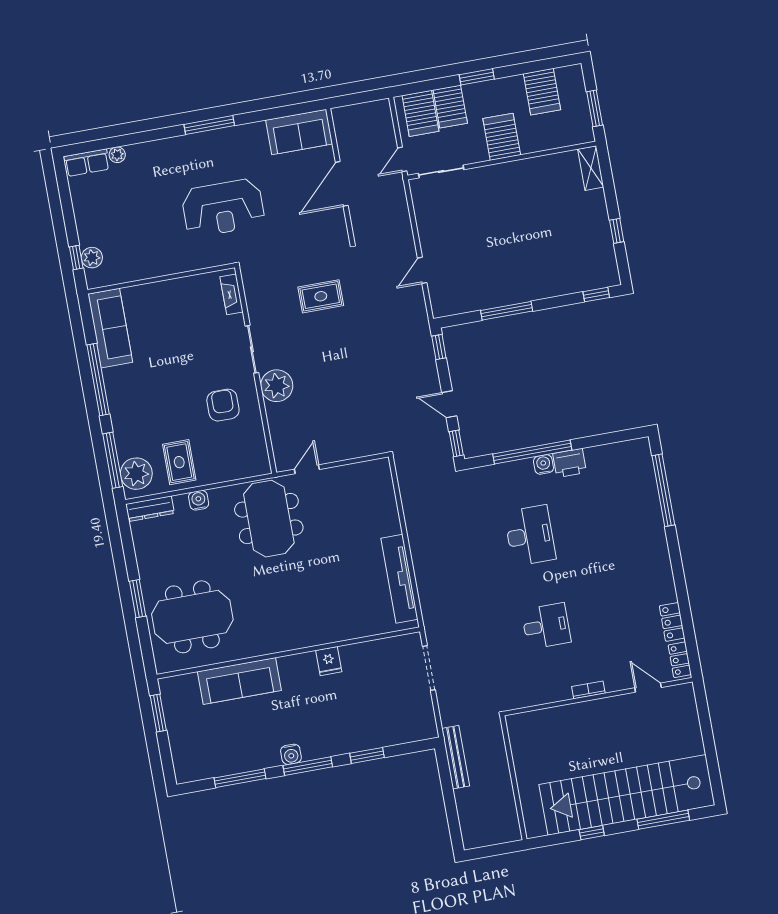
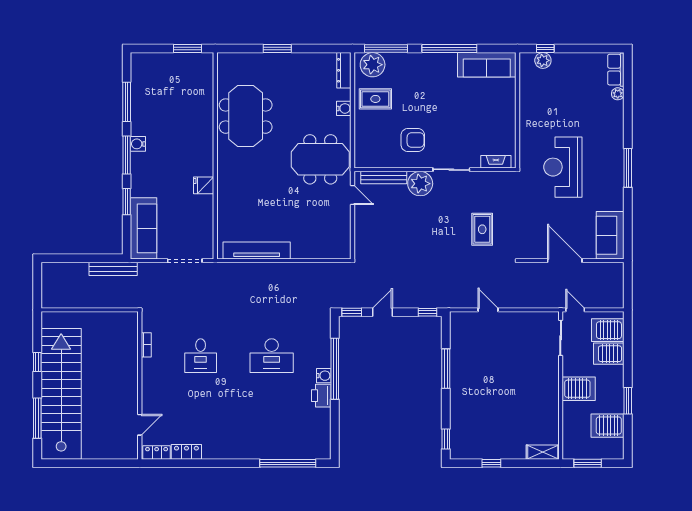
window: (477, 77) -> (628, 401), moved
bench: (277, 433) -> (384, 178), added
meeting table: (192, 617) -> (246, 116), moved
sofa: (239, 681) -> (144, 228), moved, turned 180
bookcase: (588, 690) -> (146, 345), moved

